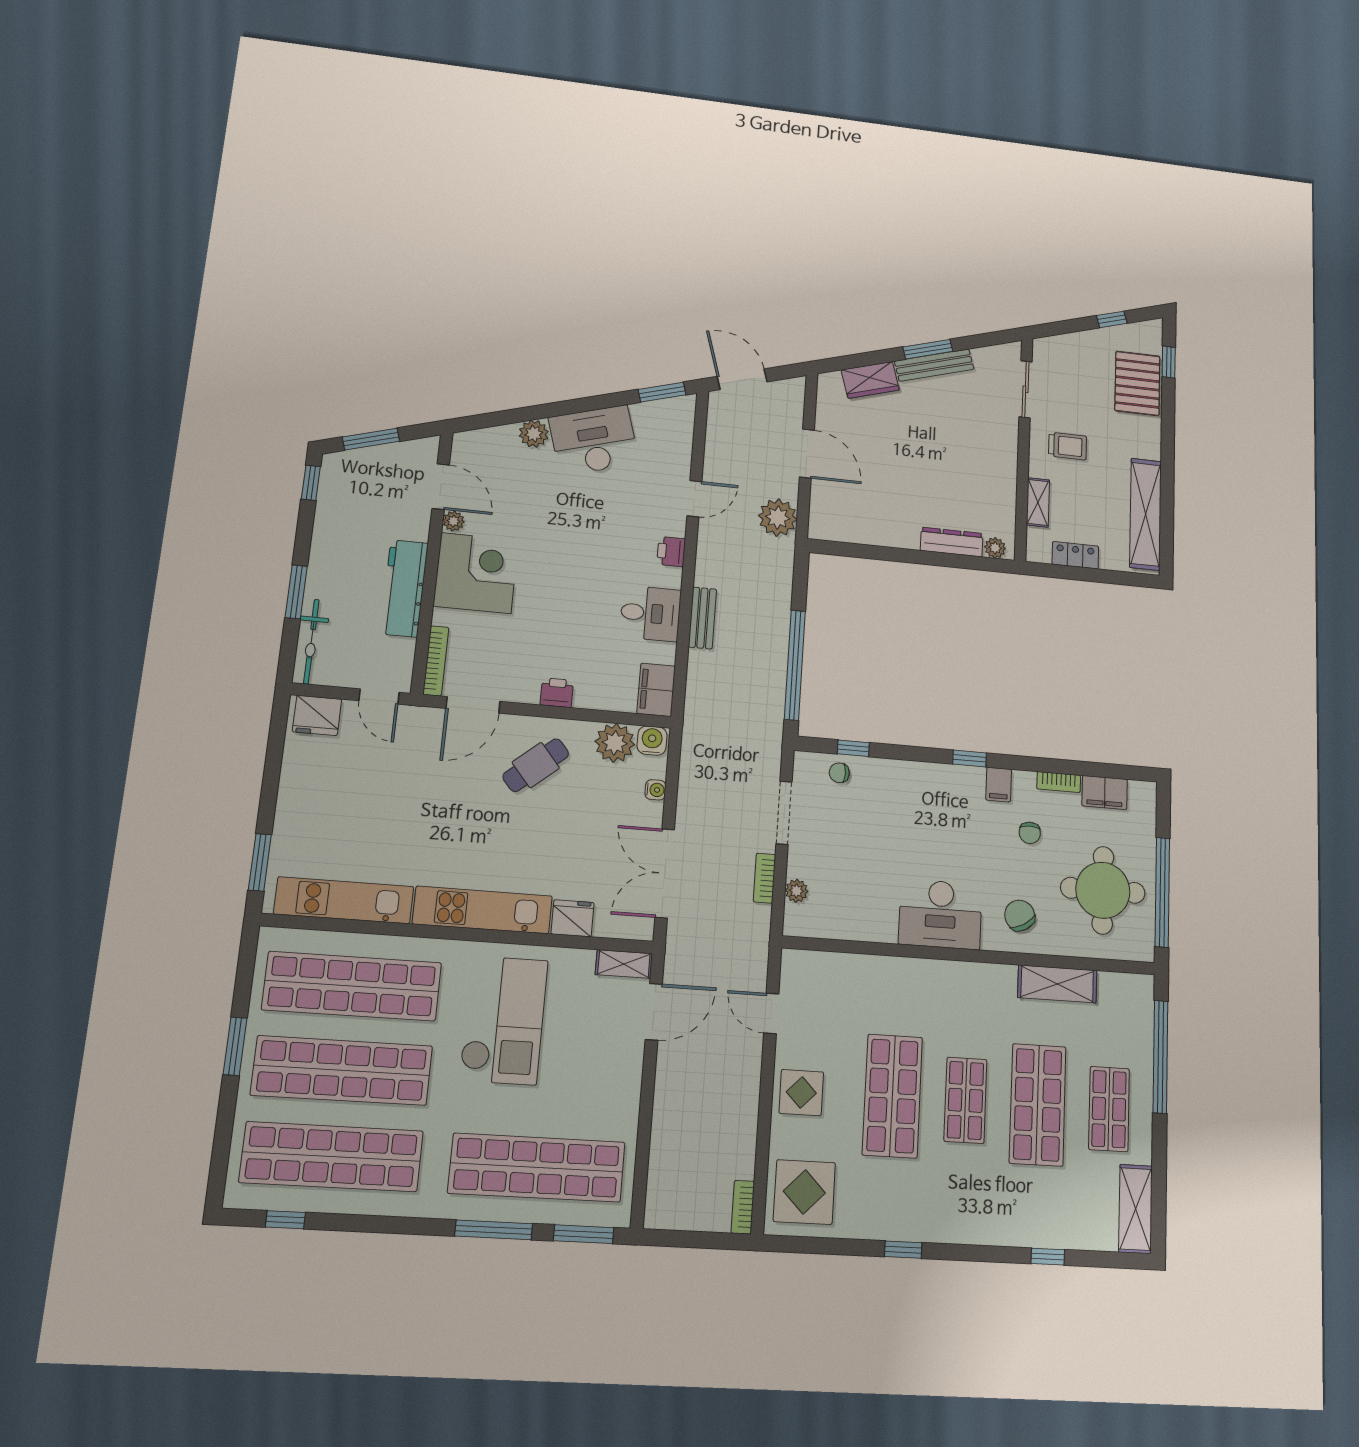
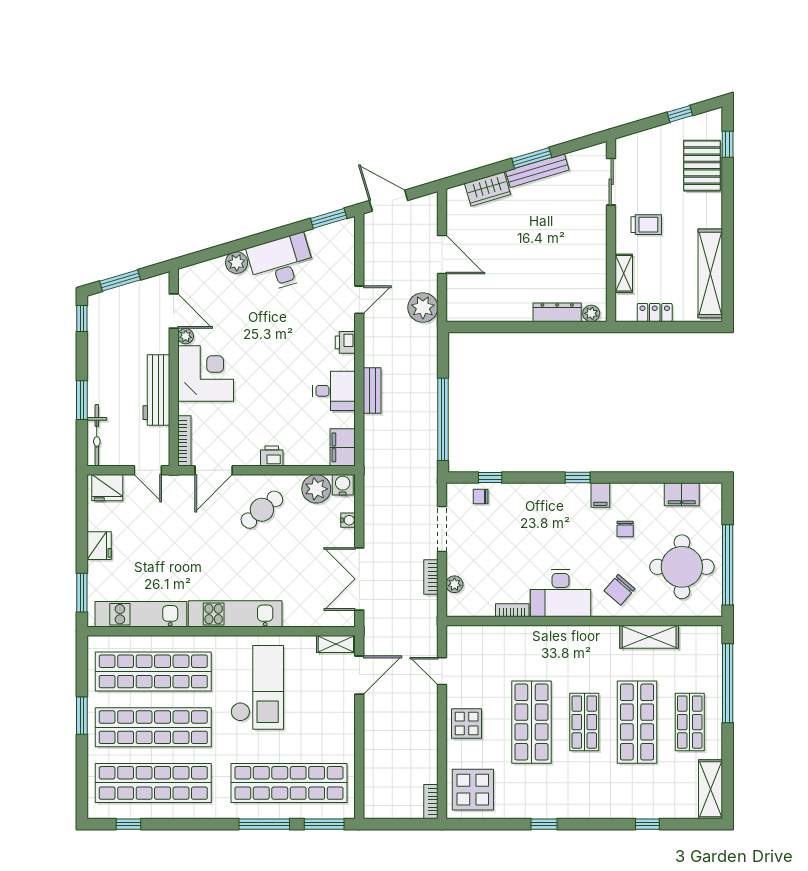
bookcase: (1059, 782) -> (512, 610), moved, turned 180
chair: (1020, 915) -> (619, 590), turned -110
fridge: (573, 918) -> (99, 546), moved, turned 90

